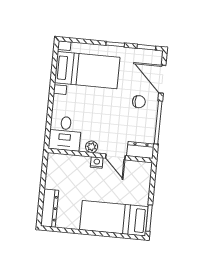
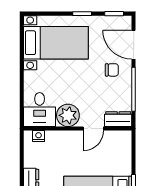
plant: (92, 147) -> (68, 115), width x1.88, depth x1.88
door: (115, 157) -> (93, 129), hinge flipped
nightstand: (97, 162) -> (39, 136), moved

